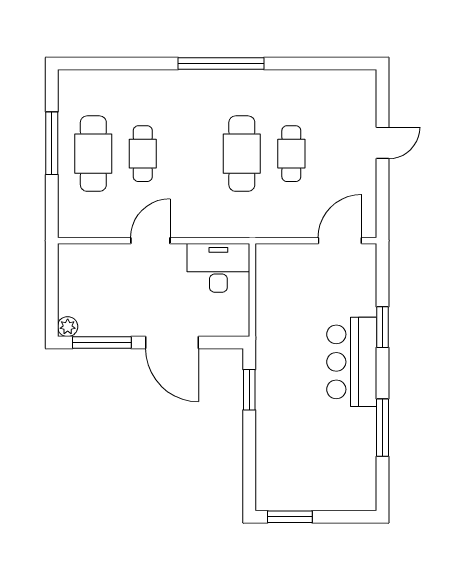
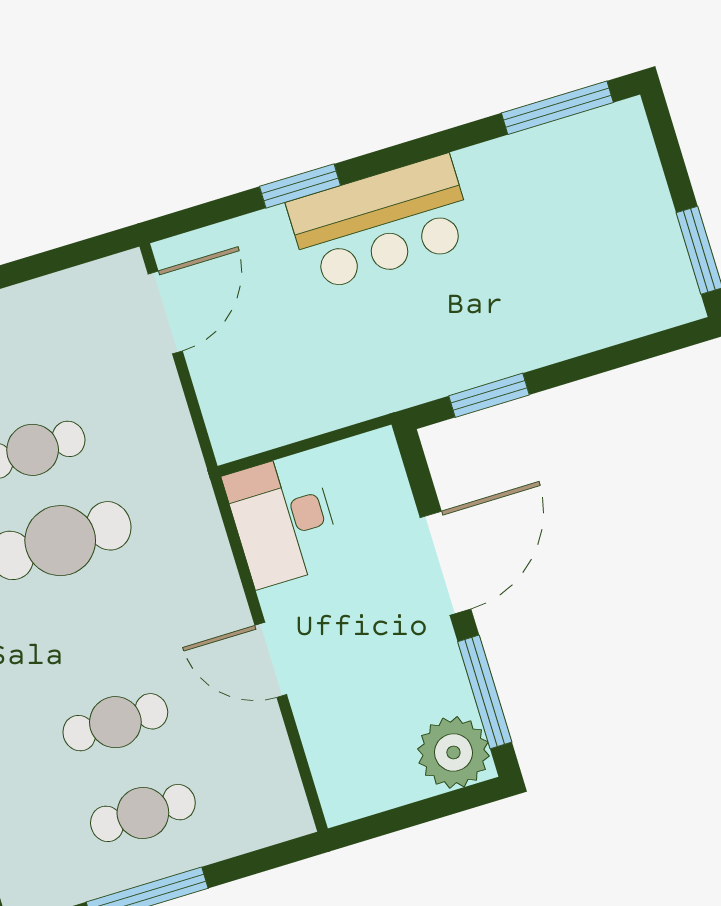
cafe table: (93, 154) -> (143, 813), width x0.73, depth x0.74
door: (340, 241) -> (165, 312), swing flipped
plant: (68, 327) -> (453, 752), width x1.87, depth x1.87
window: (383, 428) -> (557, 108), moved

